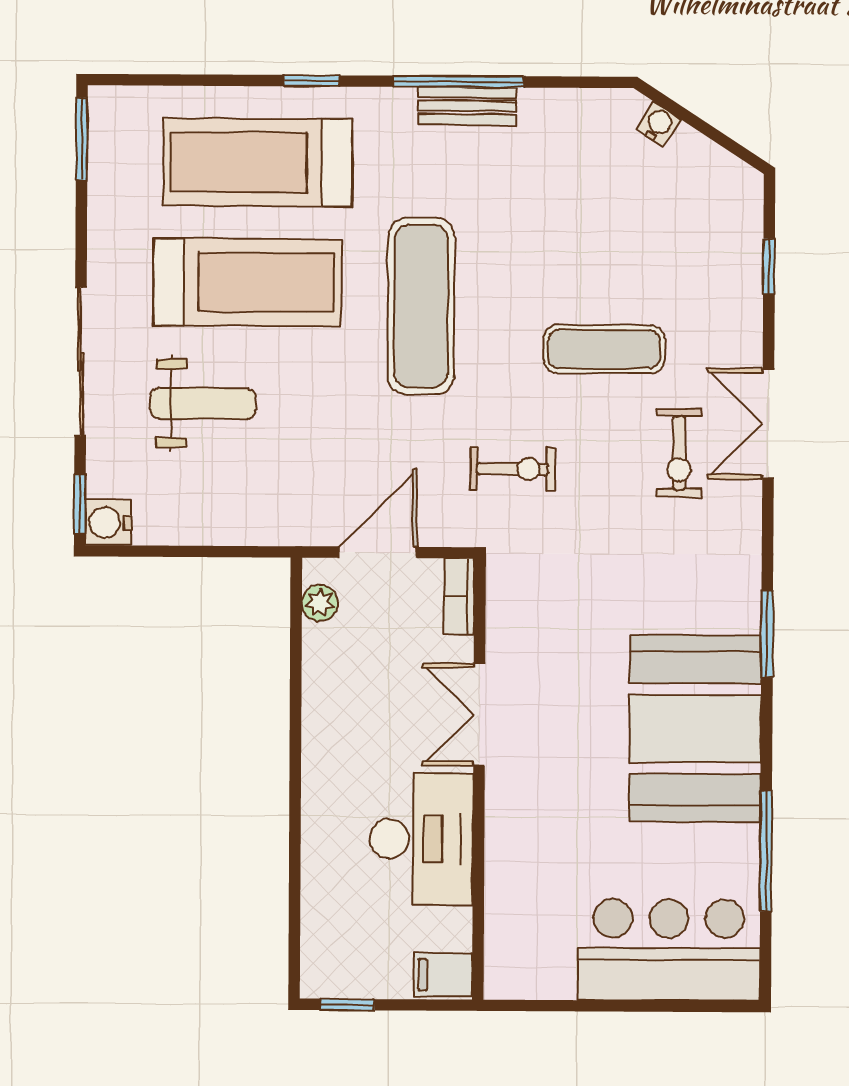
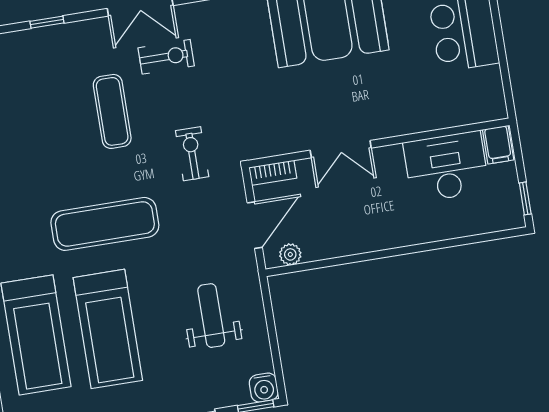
treadmill: (247, 282) -> (108, 329), turned 180
weight bench: (203, 403) -> (211, 316), moved
door: (378, 552) -> (255, 225), swing flipped
desk: (421, 839) -> (446, 167), moved

